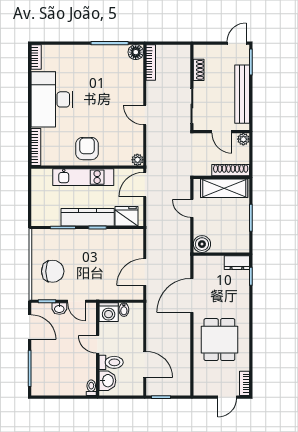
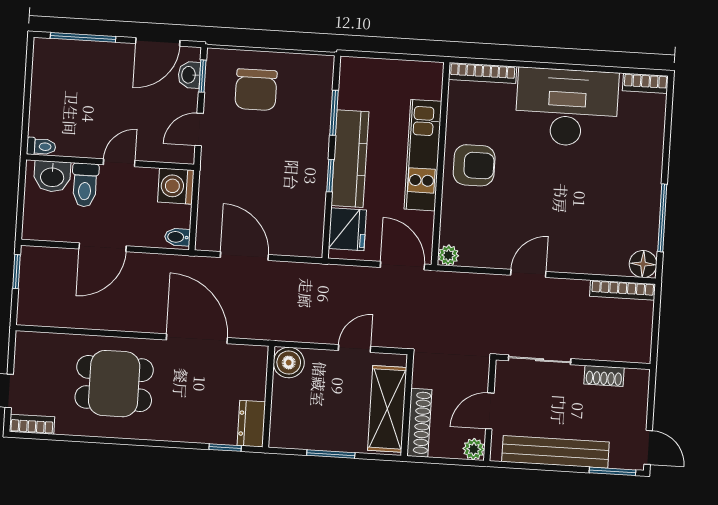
washbasin: (59, 309) -> (189, 75), moved
bidet: (124, 310) -> (177, 237), moved
door: (145, 364) -> (103, 247), moved

